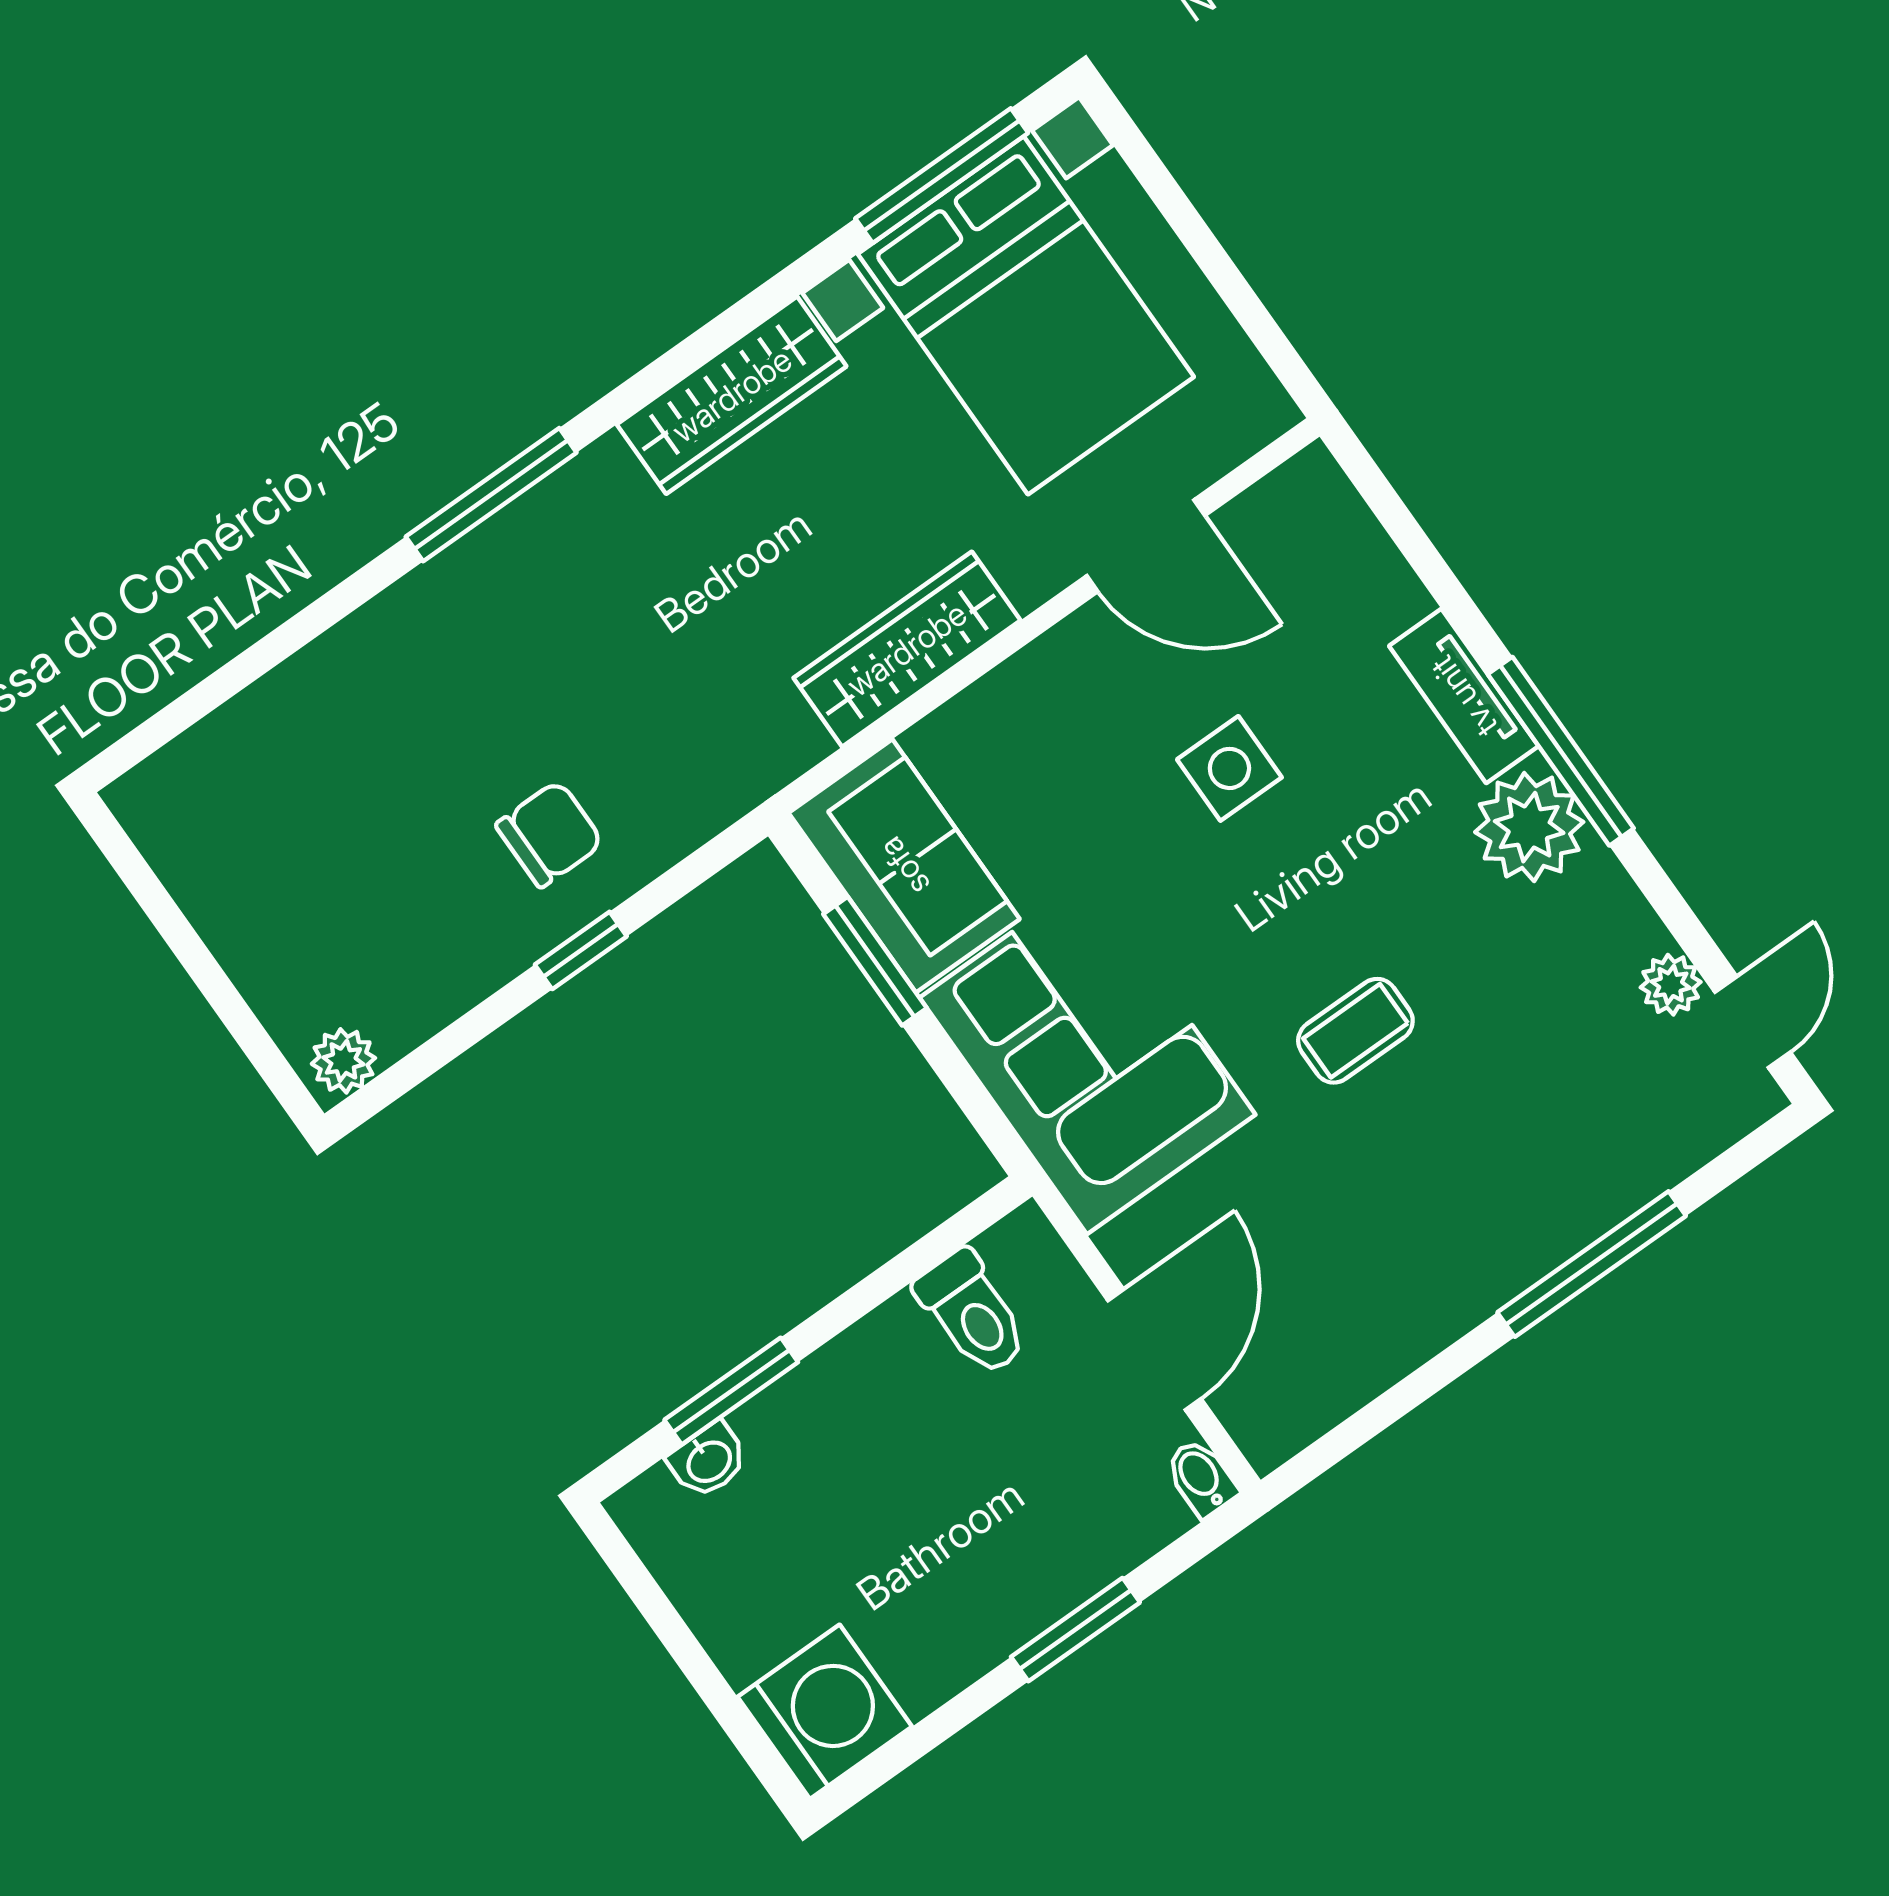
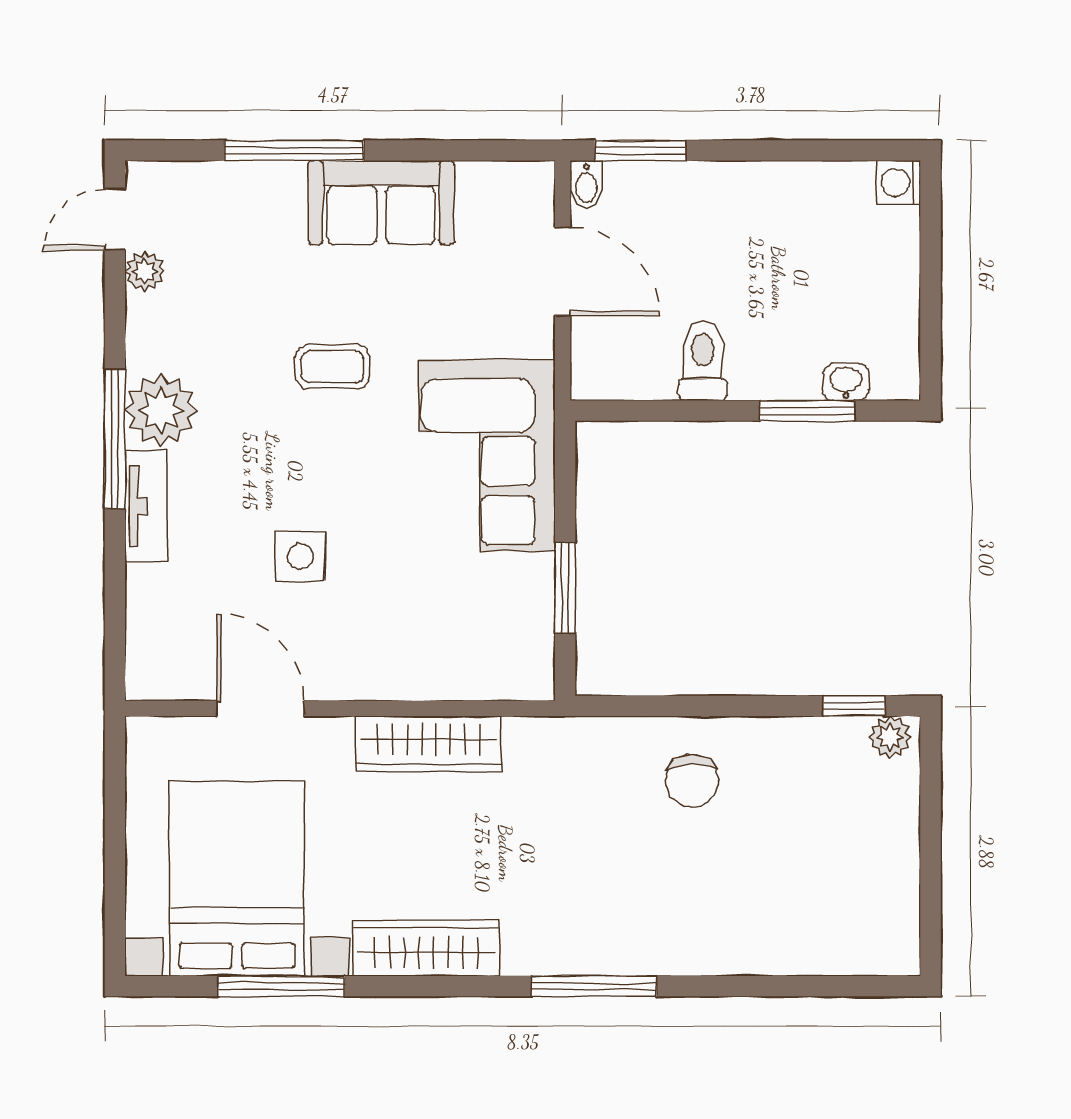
window: (942, 176) -> (281, 986), moved
chair: (550, 834) -> (692, 781), turned -91
sofa: (904, 866) -> (381, 203), moved, turned -90
window: (581, 950) -> (854, 706), moved
toilet: (972, 1313) -> (703, 361), moved
door: (1155, 1350) -> (563, 271), swing flipped
window: (1075, 1630) -> (640, 150), moved
washing machine: (825, 1712) -> (899, 182), width x0.53, depth x0.53

